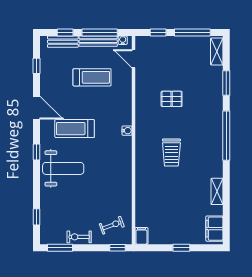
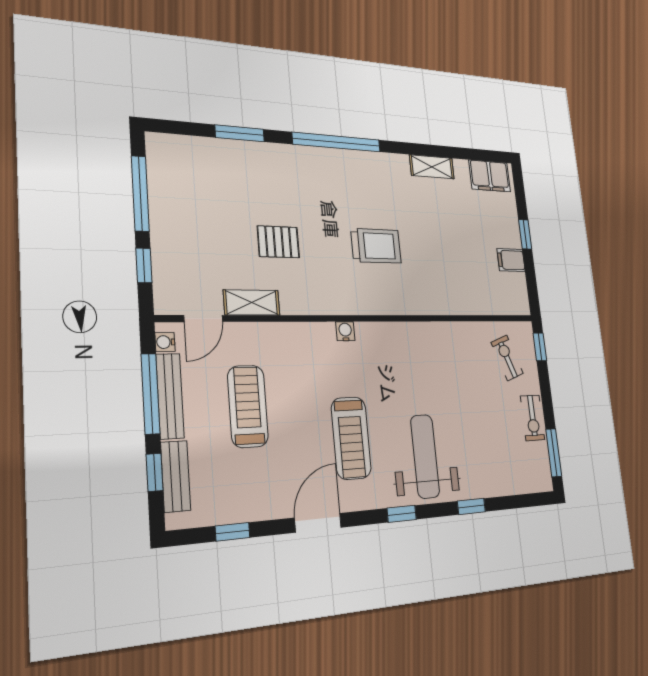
shelving: (217, 52) -> (252, 303), moved
pallet: (172, 99) -> (278, 242), turned 90
window: (37, 217) -> (471, 506), moved
filing cabinet: (141, 236) -> (511, 260), moved

